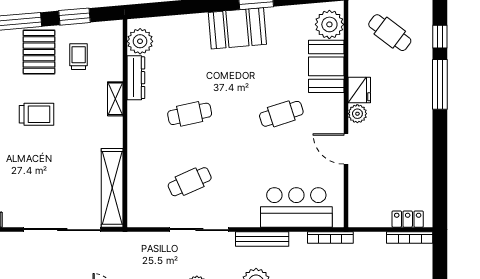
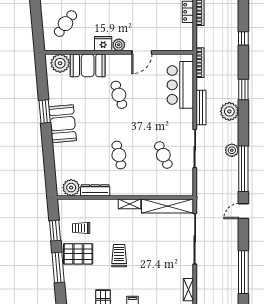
shelving: (115, 99) -> (129, 204), moved

